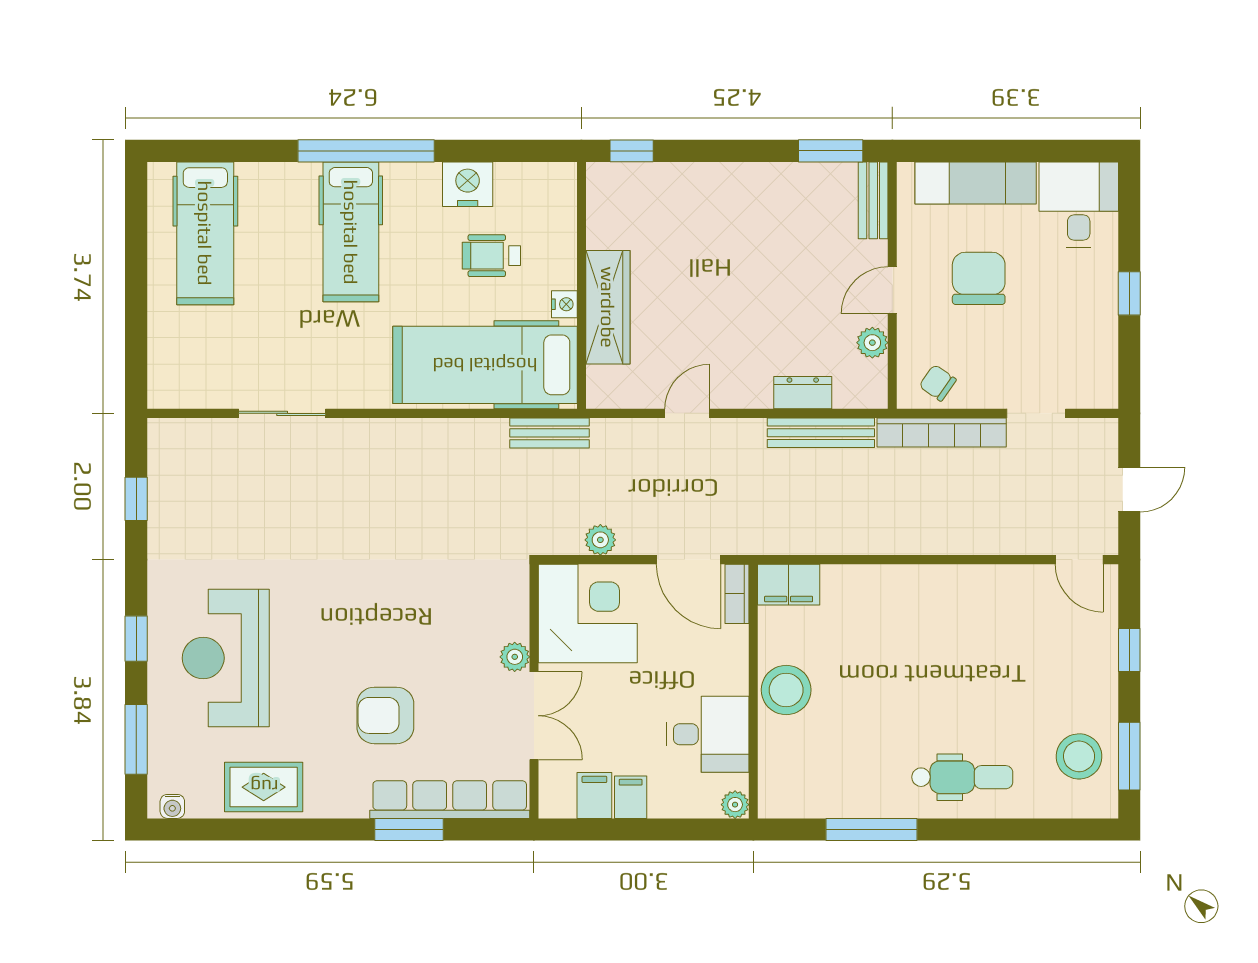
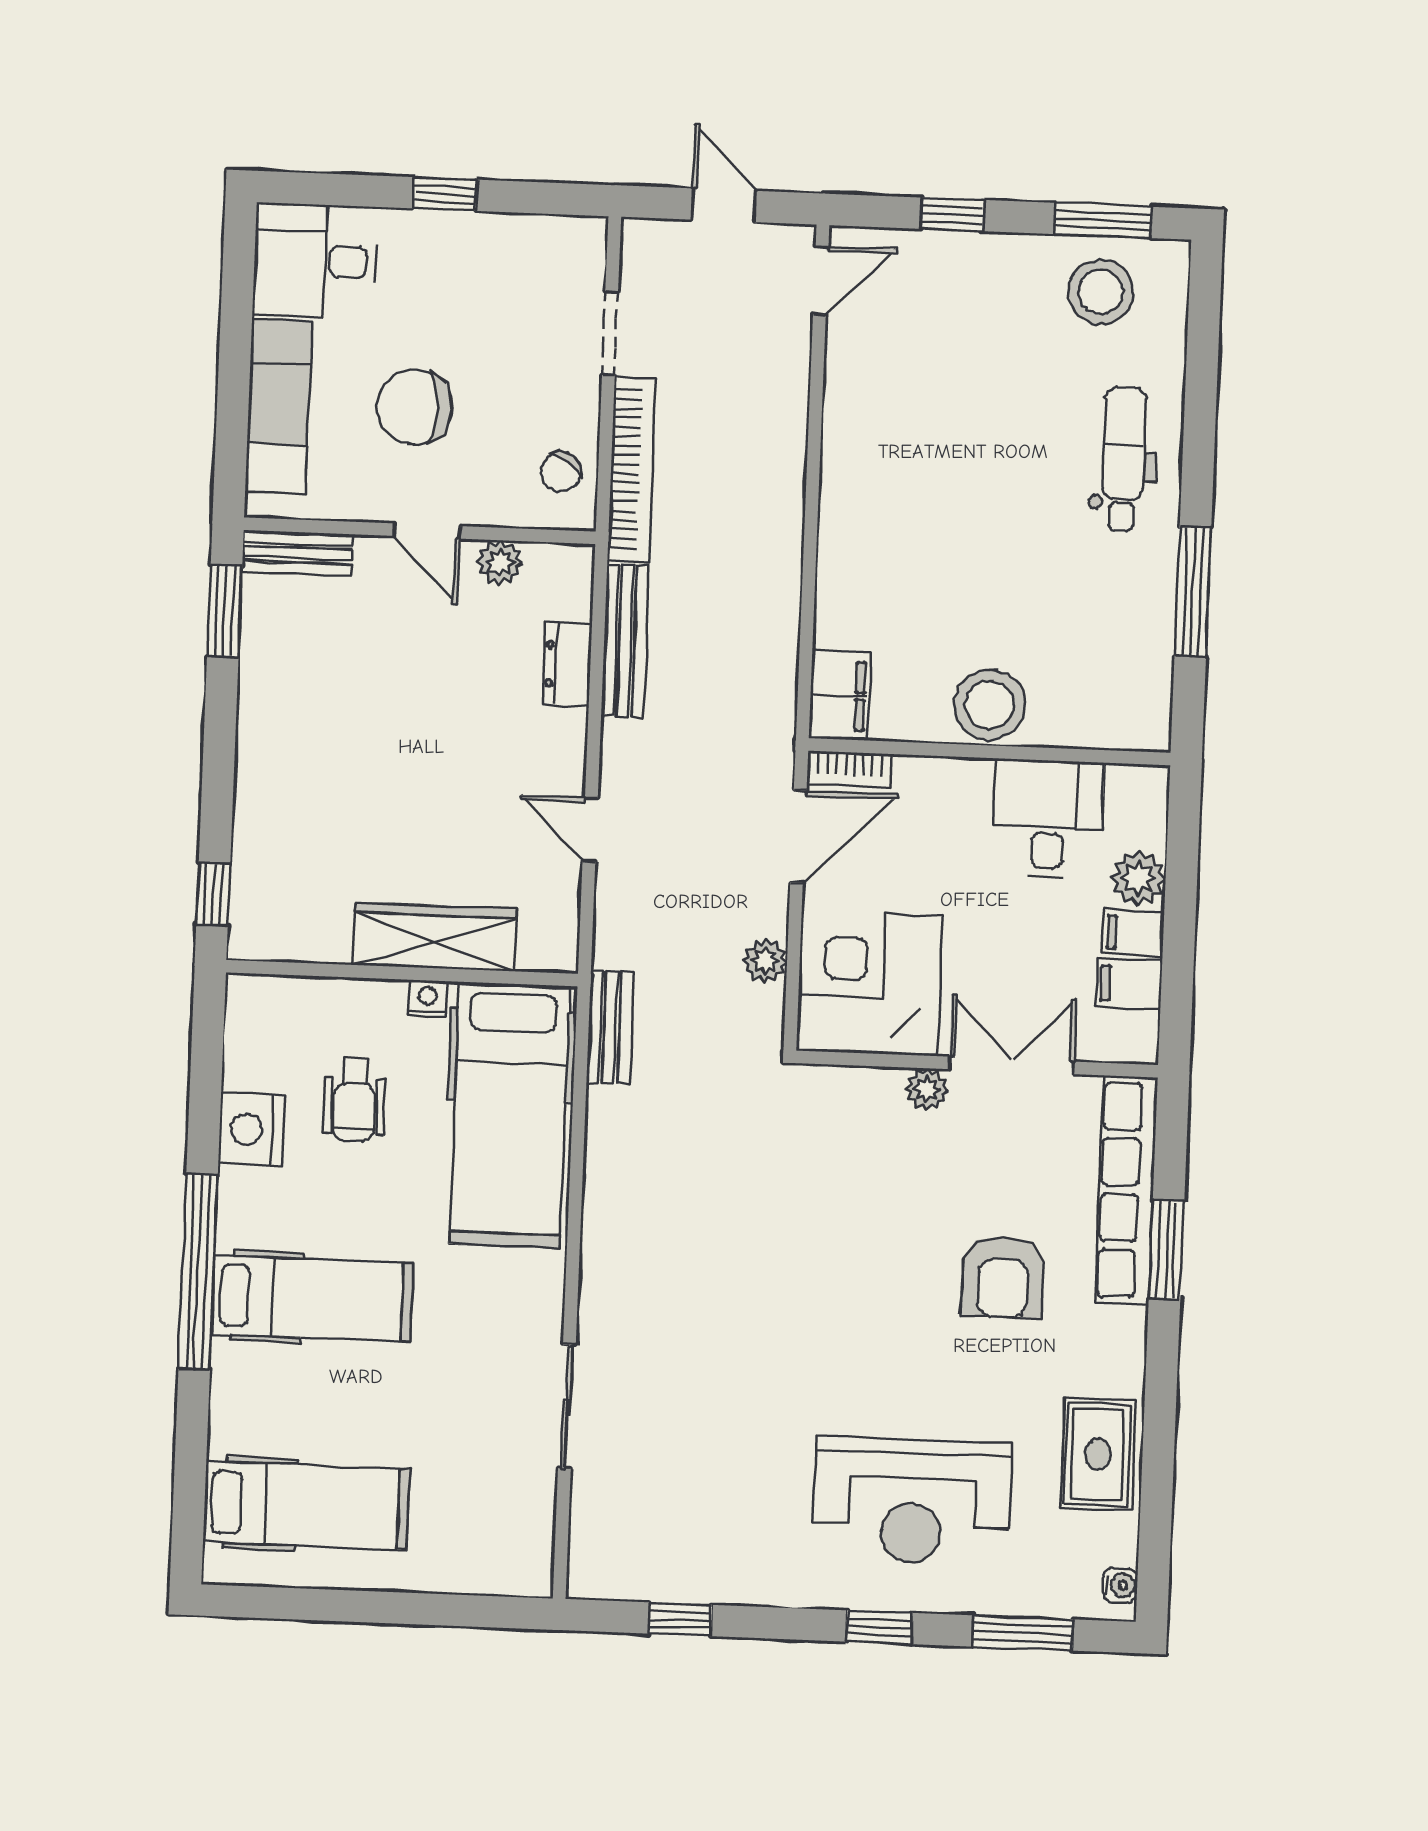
plant: (735, 805) -> (1138, 878), moved, width x1.38, depth x1.38

